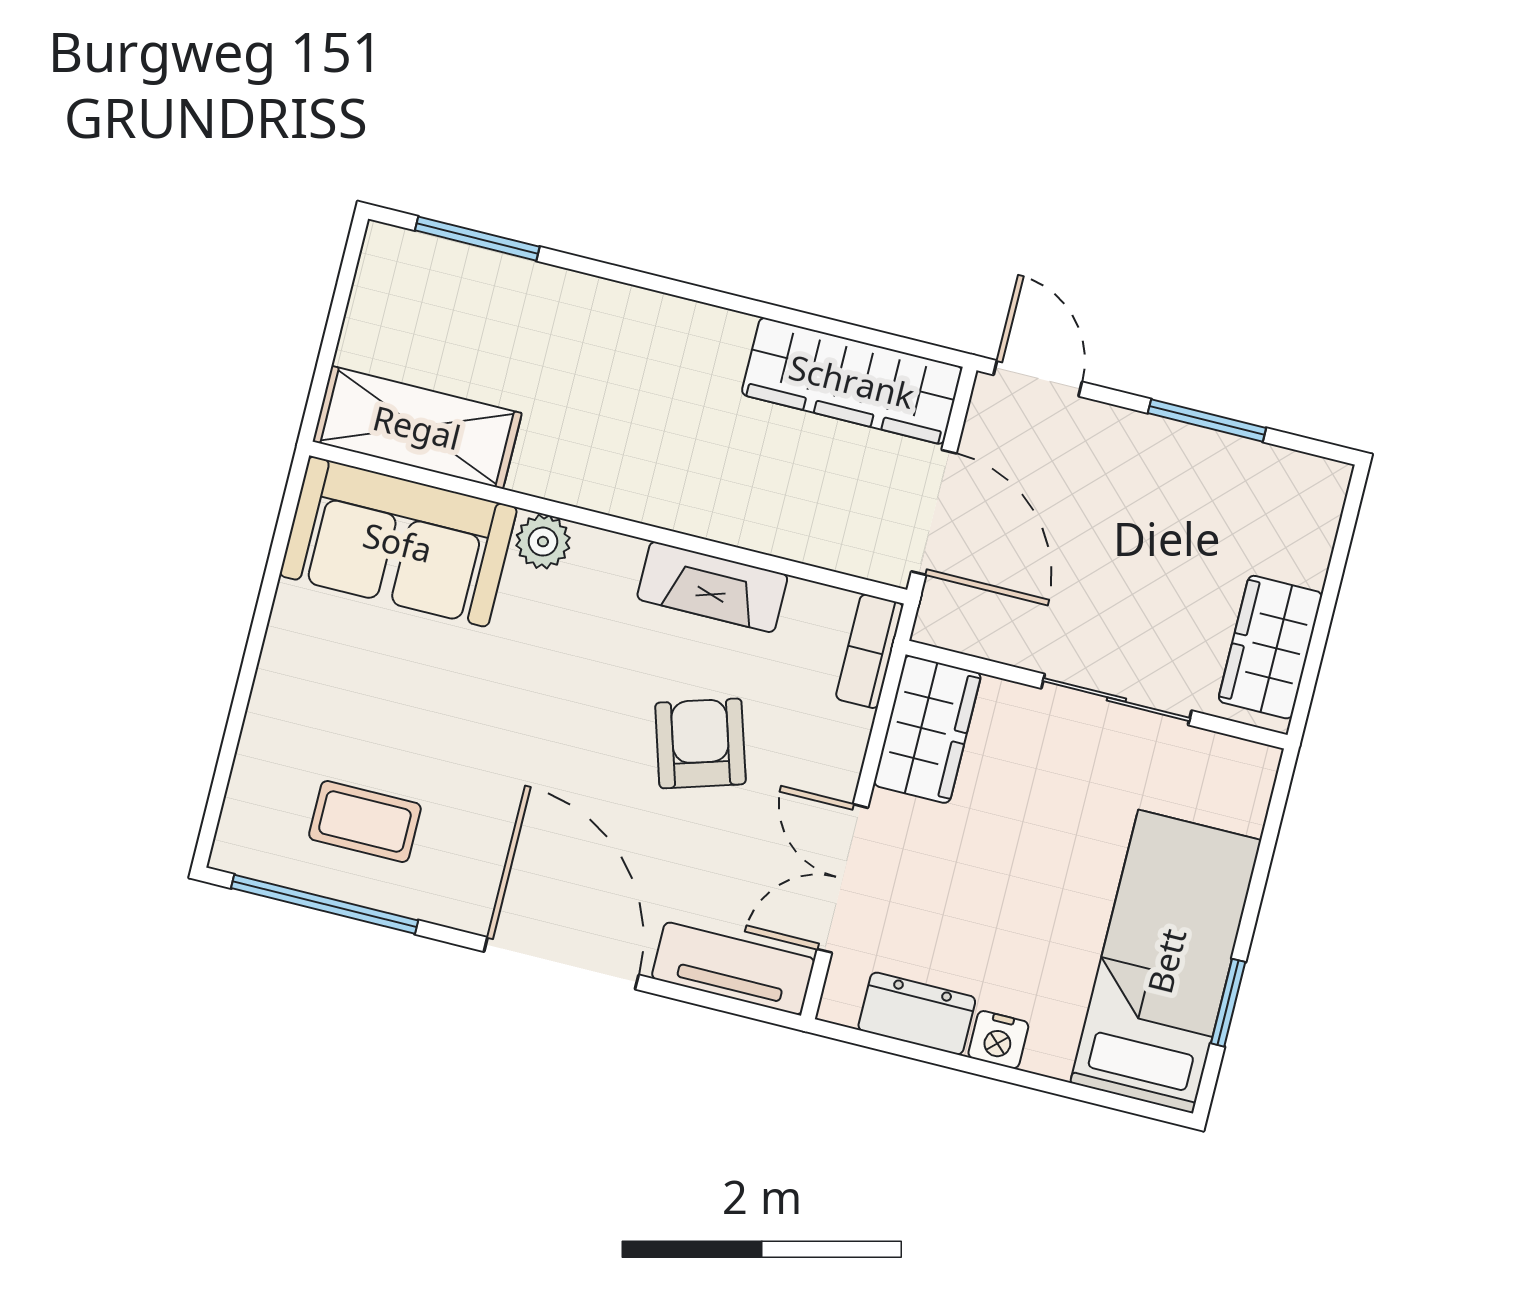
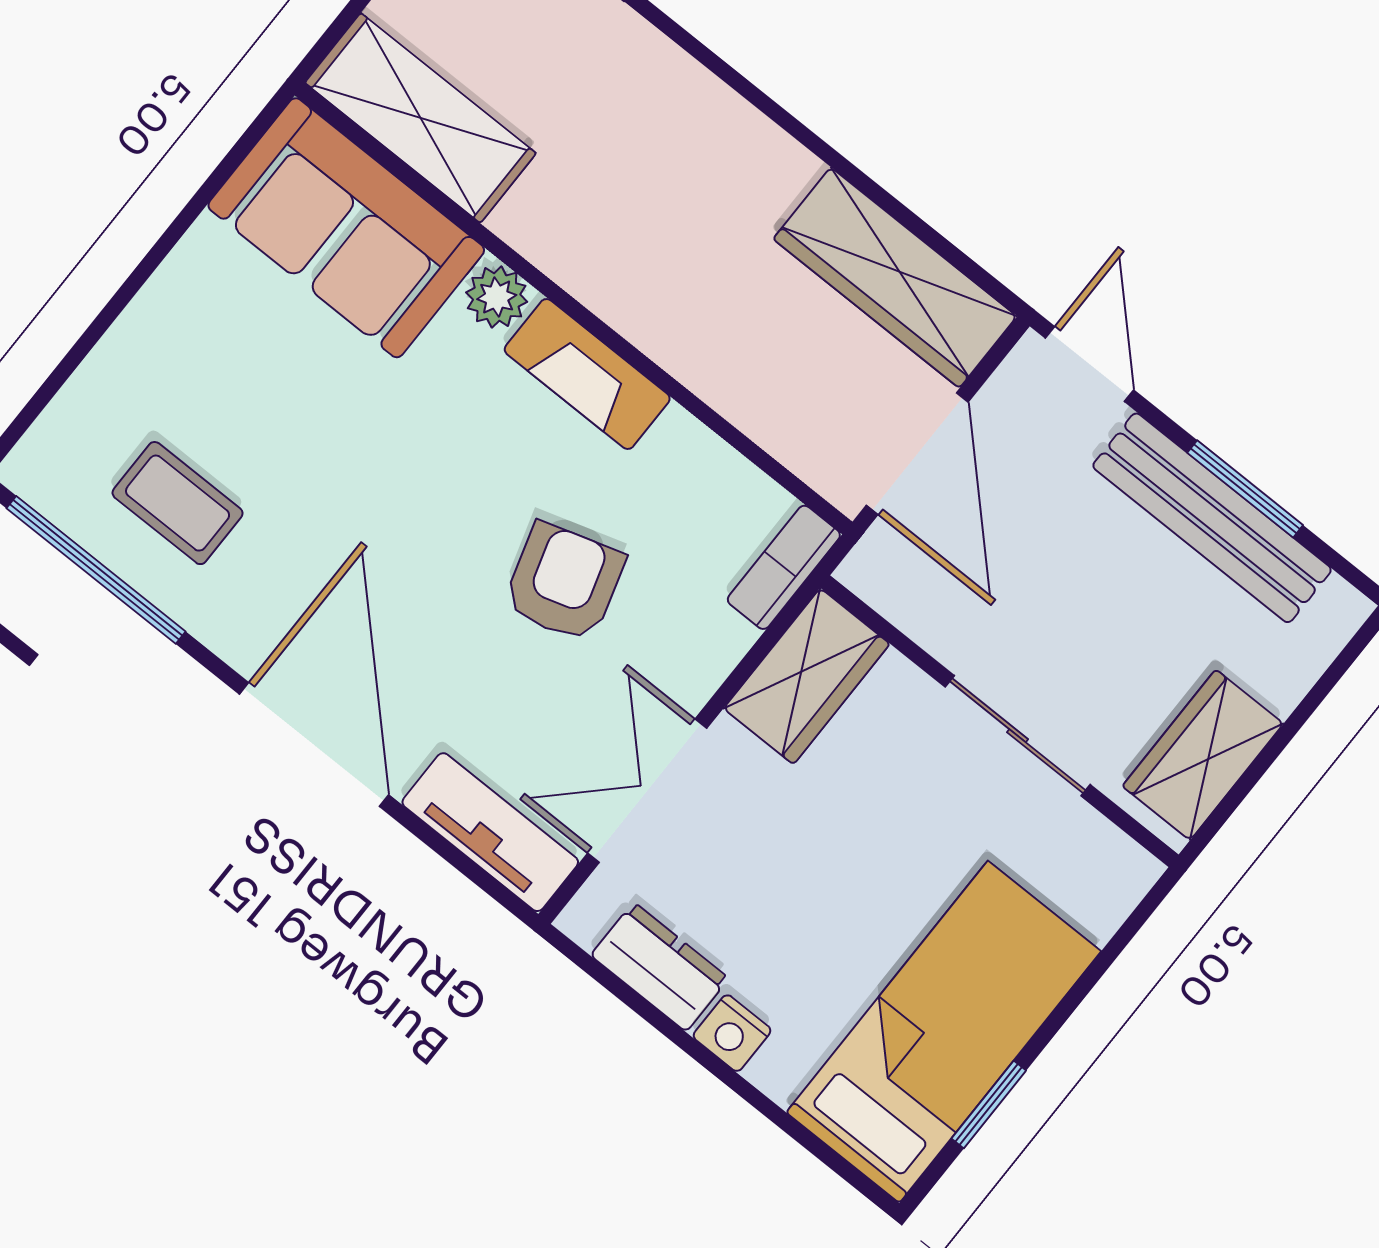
bench: (1191, 456) -> (1212, 518), added
fireplace: (712, 587) -> (587, 374), moved

